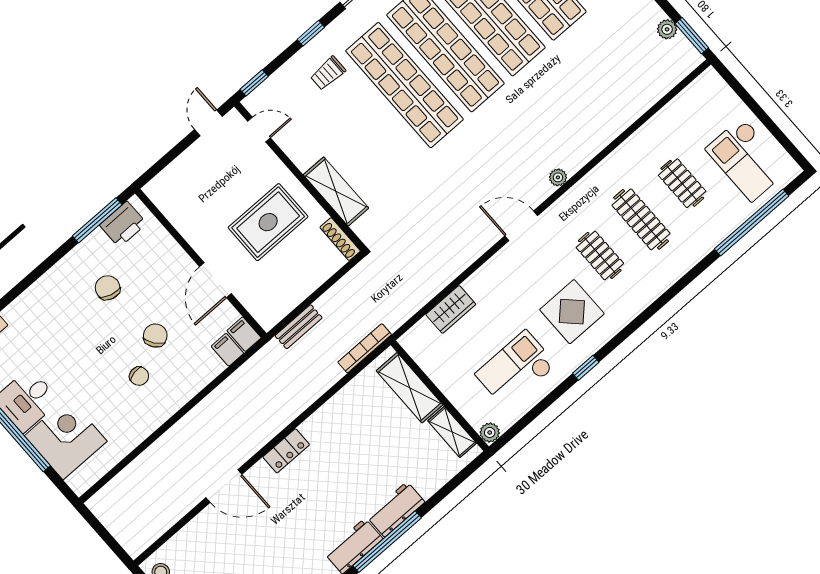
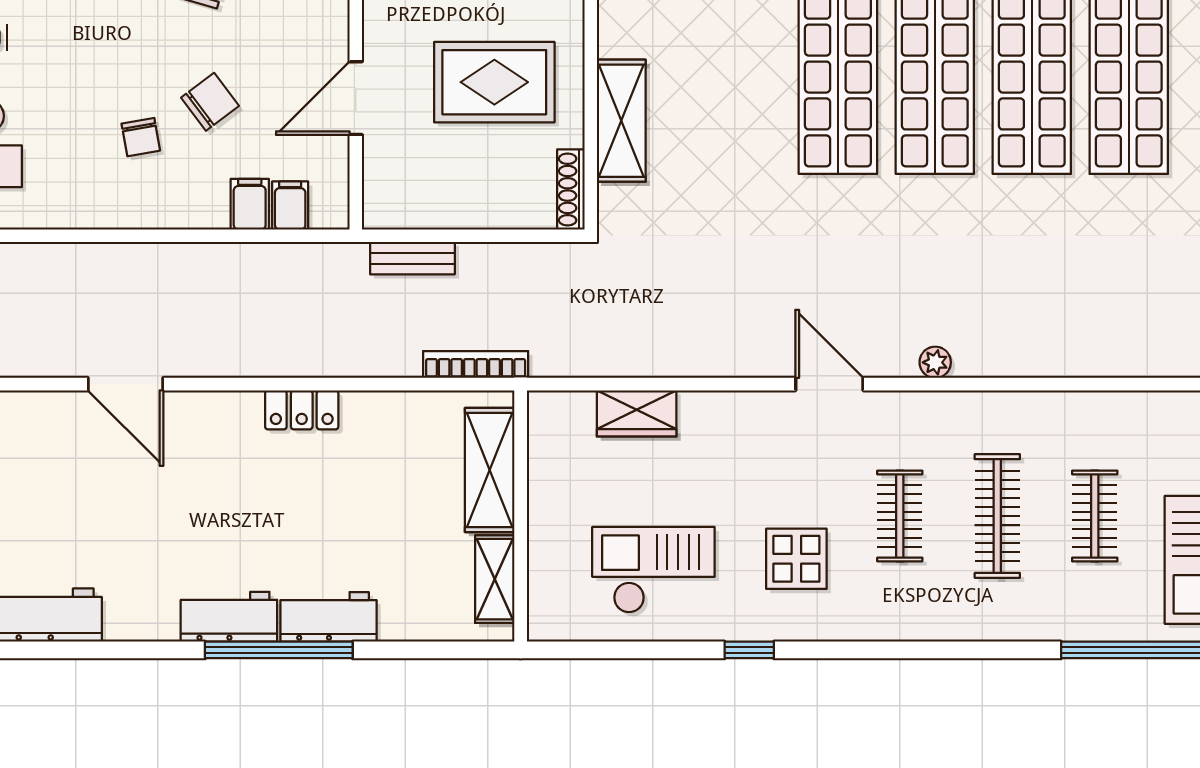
display table: (572, 312) -> (796, 559), width x0.73, depth x0.73
filing cabinet: (244, 334) -> (250, 204), moved
plant: (490, 433) -> (544, 624), removed
locker: (286, 451) -> (302, 410), moved

